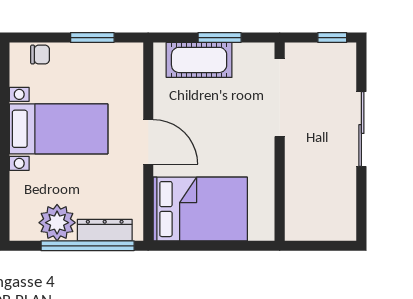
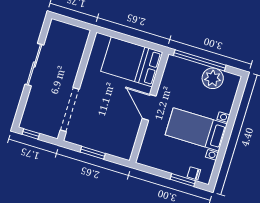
window: (92, 38) -> (183, 180), moved
cot: (199, 60) -> (108, 144), removed
sliding door: (361, 129) -> (34, 65), moved
dresser: (105, 230) -> (188, 66), removed

